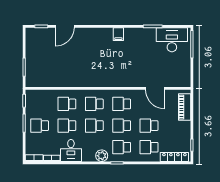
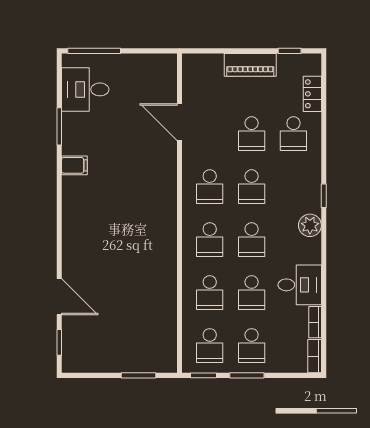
filing cabinet: (118, 34) -> (74, 165), moved
desk: (172, 40) -> (85, 89), width x0.73
door: (155, 88) -> (179, 122), swing flipped
piano: (185, 107) -> (250, 65), moved
school desk: (122, 147) -> (210, 346), moved
locker: (174, 157) -> (312, 94), width x0.66

